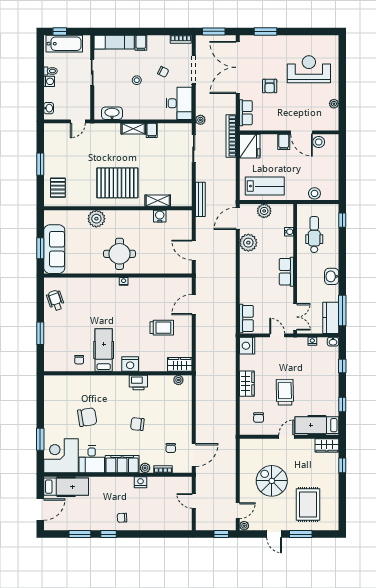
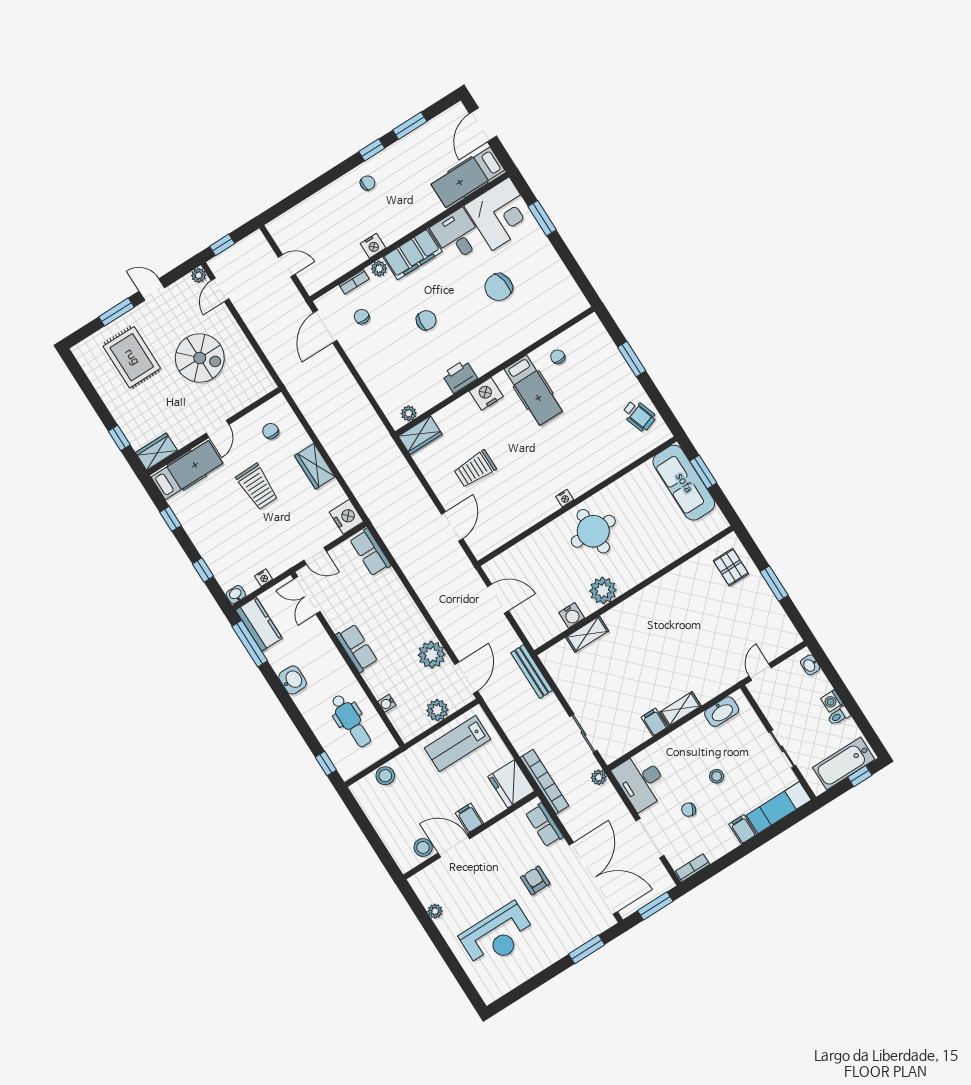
pallet: (117, 183) -> (656, 624), removed
plant: (96, 219) -> (603, 590), moved

